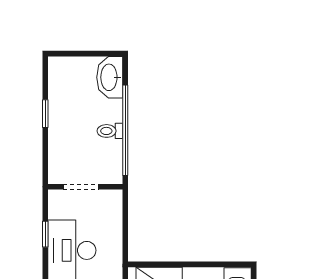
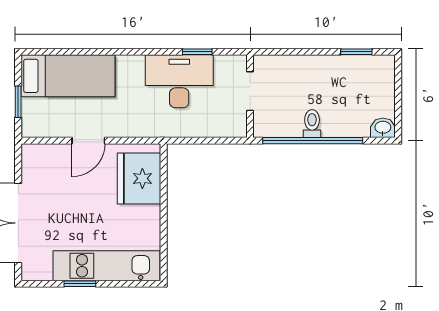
washbasin: (110, 77) -> (383, 128), width x0.52, depth x0.69
window: (45, 114) -> (356, 52), moved

